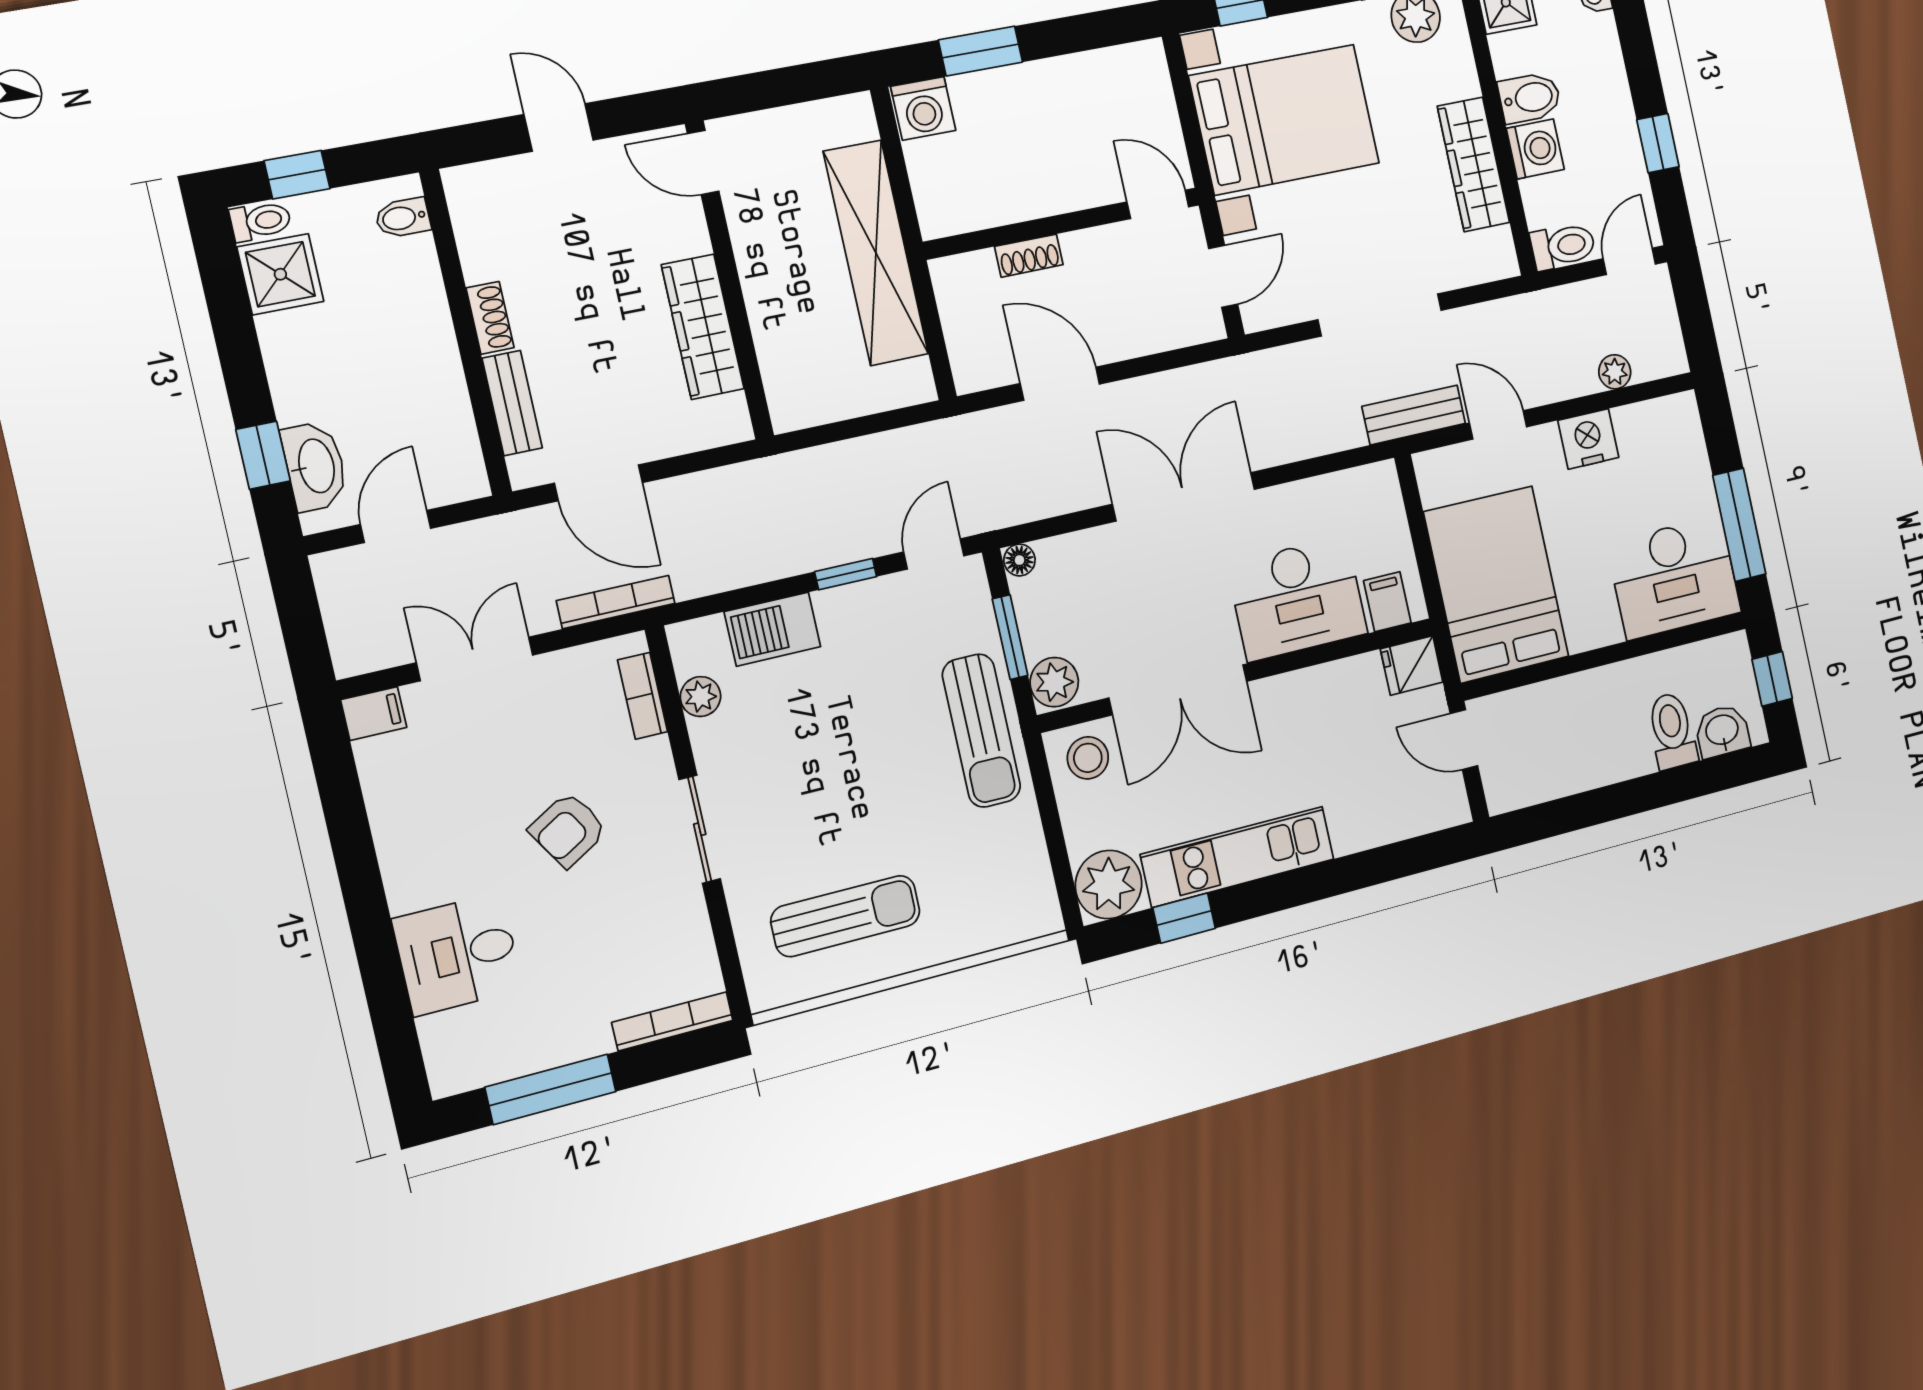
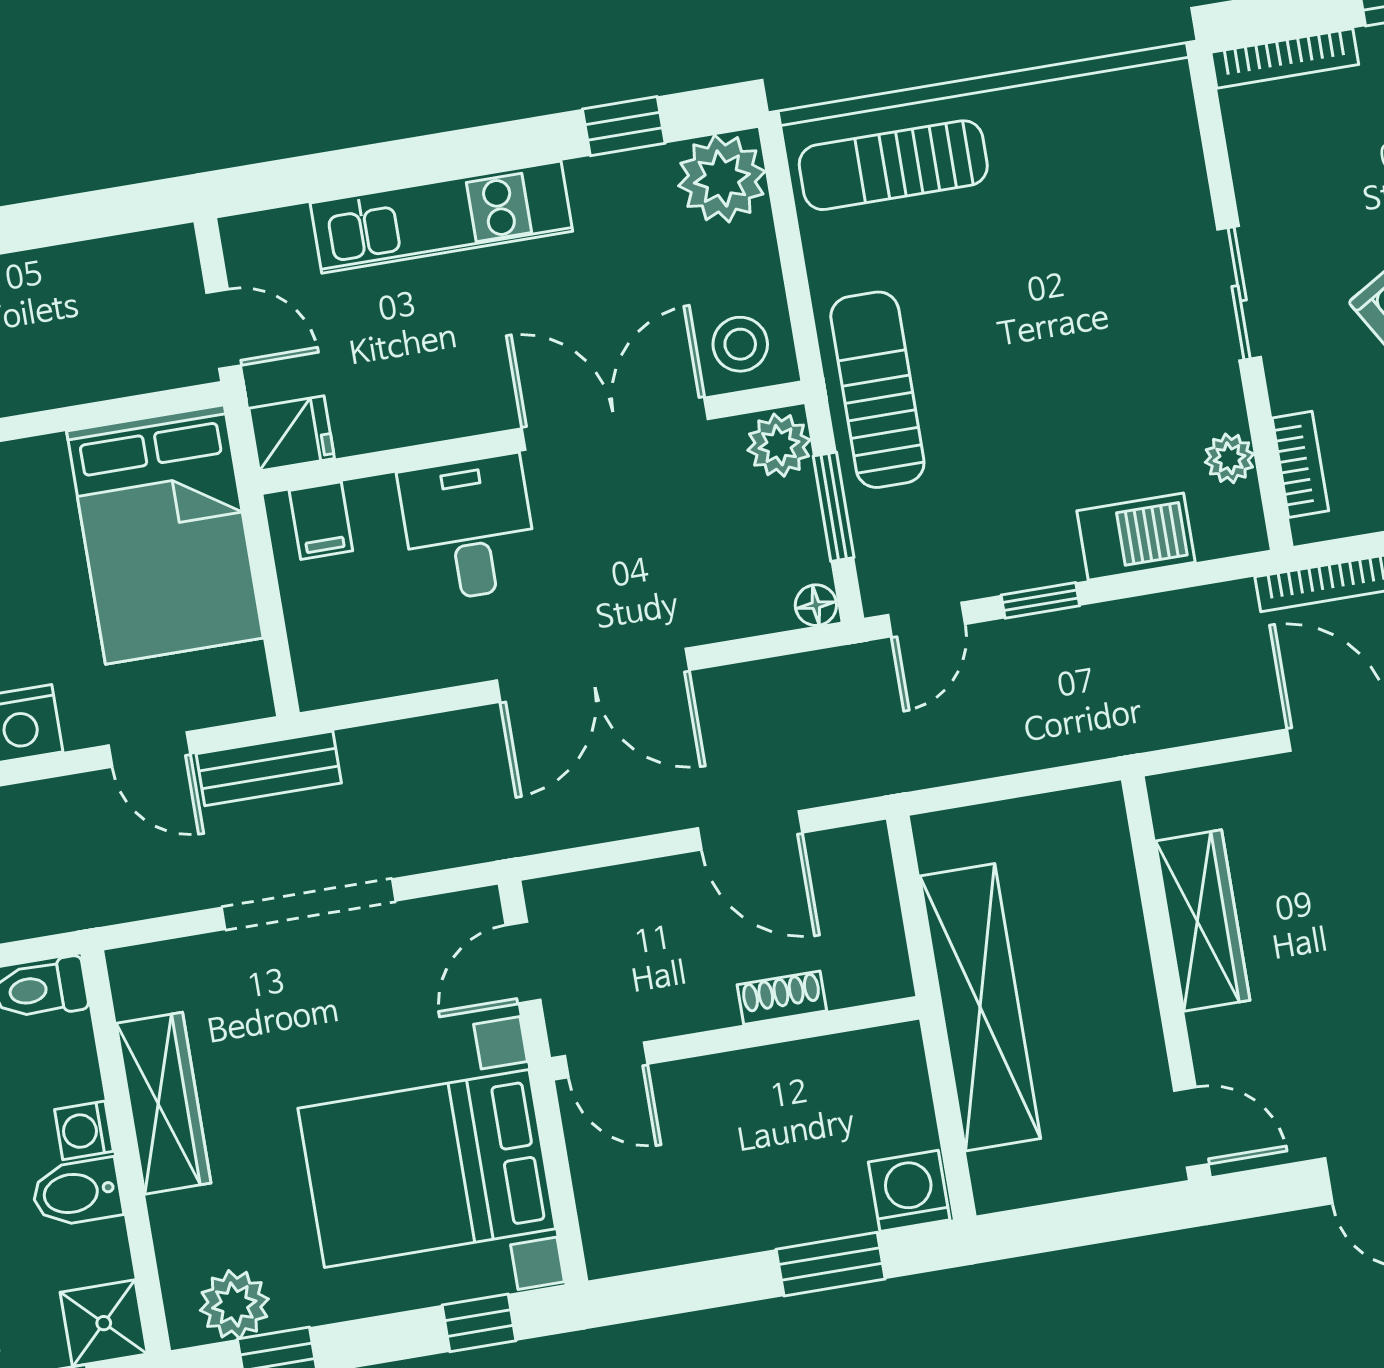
washing machine: (1535, 149) -> (84, 1130), width x0.73, depth x0.73
desk: (1297, 599) -> (469, 529), width x0.73
kitchen unit: (1238, 857) -> (441, 217), moved
sun lounger: (846, 916) -> (893, 165), moved

